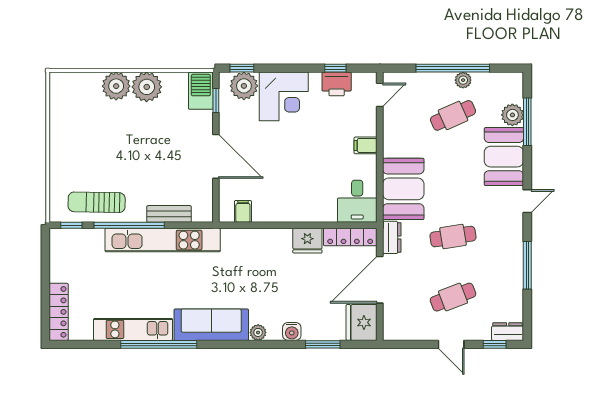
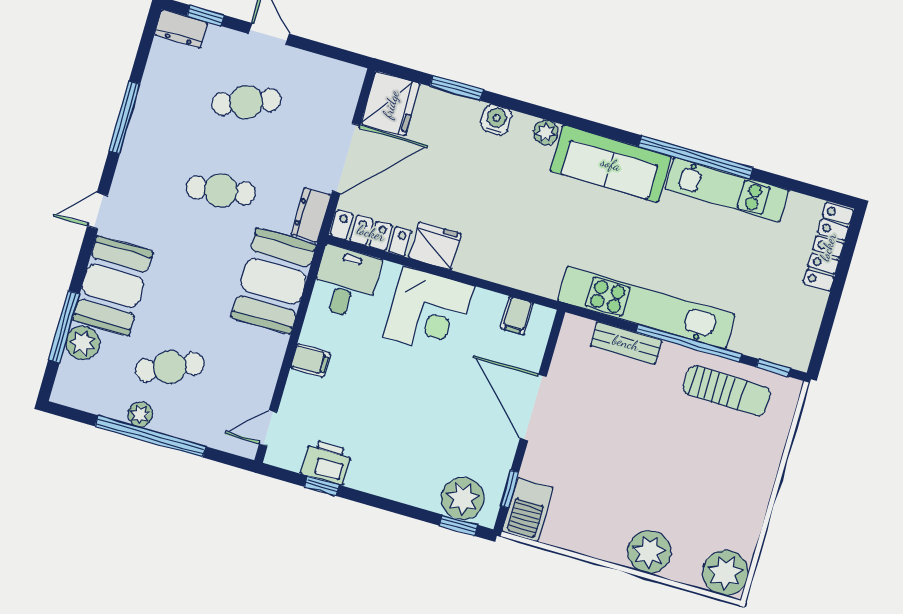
plant: (147, 87) -> (725, 573), moved
corner desk: (284, 96) -> (429, 311), moved, turned 180

